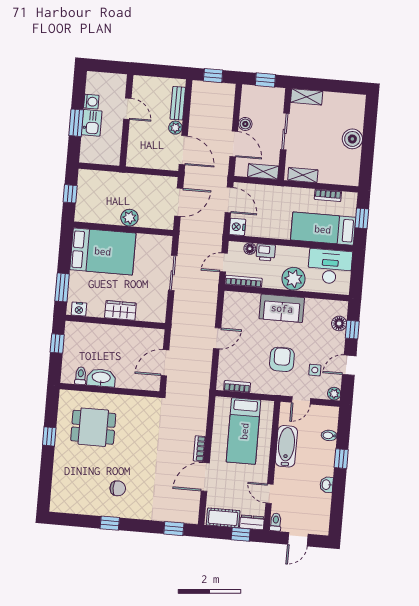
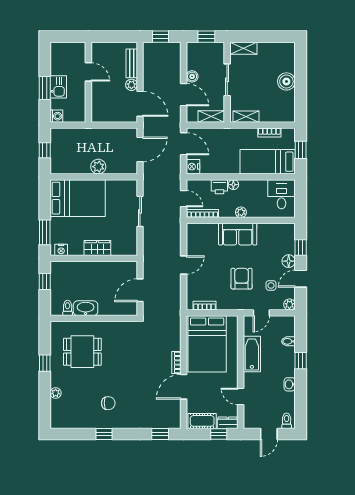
washing machine: (91, 102) -> (56, 116), moved
floor lamp: (250, 249) -> (233, 185), moved
door: (224, 263) -> (184, 199), swing flipped
desk: (330, 267) -> (282, 194), width x0.73
plant: (293, 279) -> (241, 212), width x0.53, depth x0.53
floor lamp: (339, 323) -> (289, 261), moved
bed: (244, 431) -> (207, 344), width x1.50
plant: (59, 472) -> (56, 393), added
toilet: (276, 522) -> (287, 421), moved

